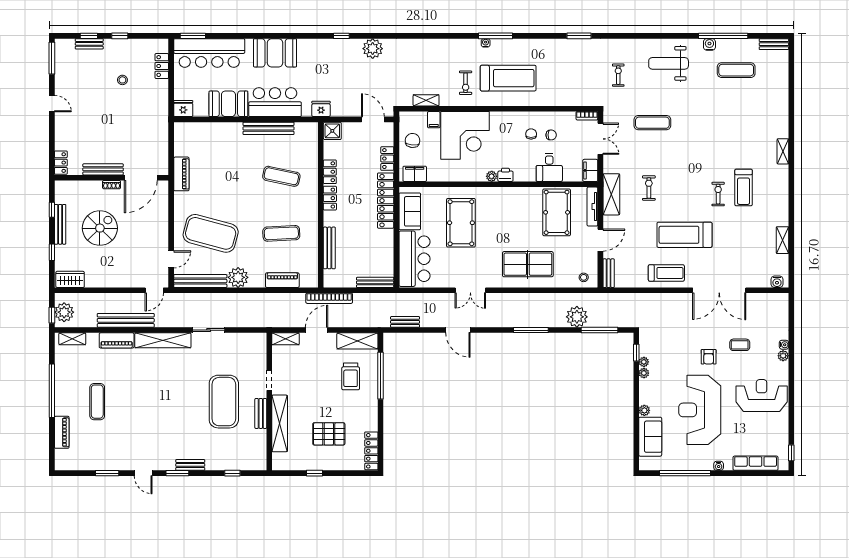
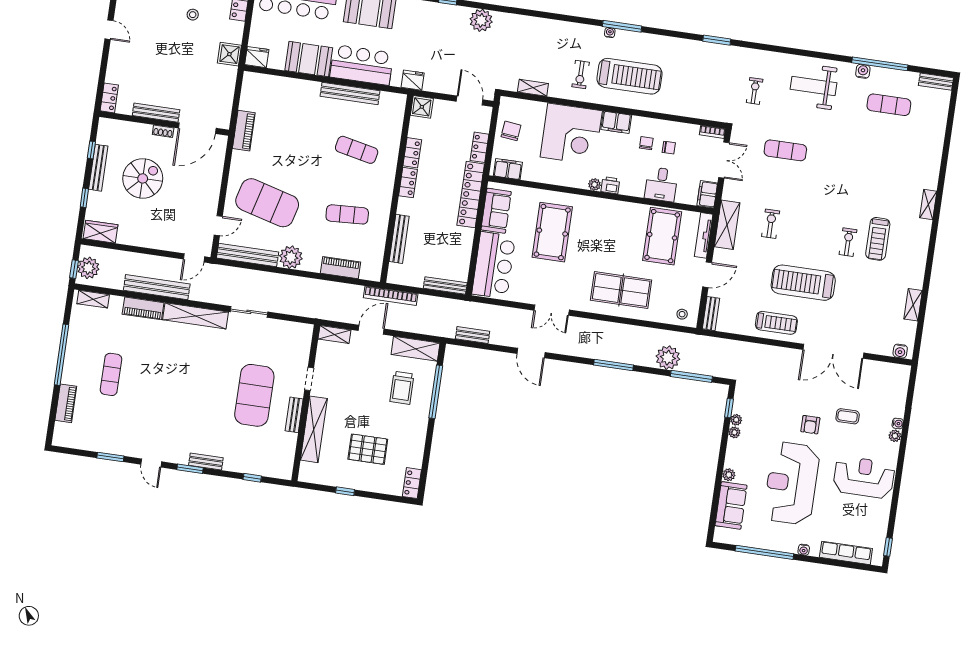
shower: (159, 110) -> (229, 54), added
filing cabinet: (434, 120) -> (616, 122), moved, width x2.00
locker: (371, 451) -> (412, 483), width x0.66

